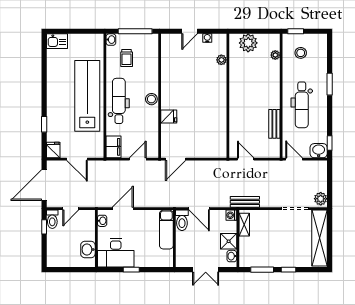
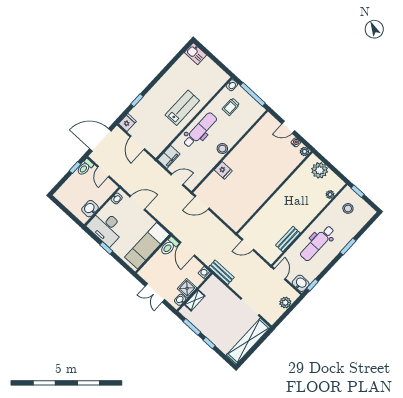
plant: (221, 60) -> (305, 151), moved
lab bench: (87, 96) -> (182, 108), width x0.54, depth x0.72
door: (246, 159) -> (248, 245), swing flipped
plant: (321, 199) -> (285, 303), moved
door: (71, 209) -> (103, 172), hinge flipped
shelving: (244, 225) -> (195, 300), moved
exam couch: (166, 230) -> (147, 246), width x1.36, depth x1.45

